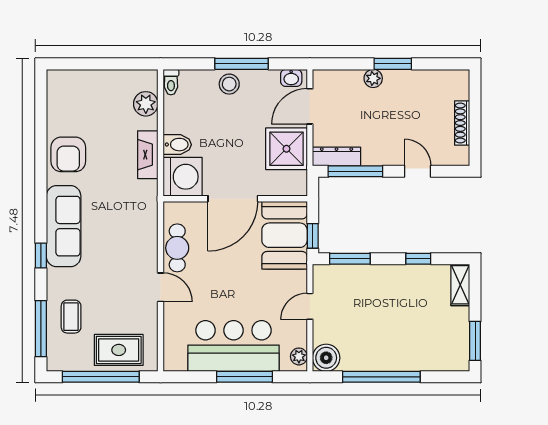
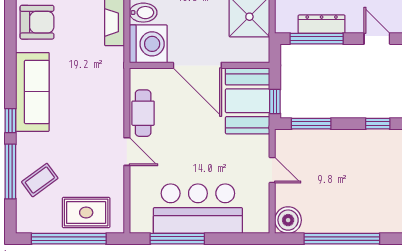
armchair: (68, 154) -> (37, 22), turned -90
dresser: (337, 156) -> (322, 24), moved
door: (233, 199) -> (197, 65), hinge flipped
door: (310, 306) -> (272, 170), swing flipped
coffee table: (71, 317) -> (40, 180), turned 54
window: (41, 329) -> (10, 172), moved
plant: (299, 356) -> (262, 219), removed
window: (244, 377) -> (177, 239), moved

